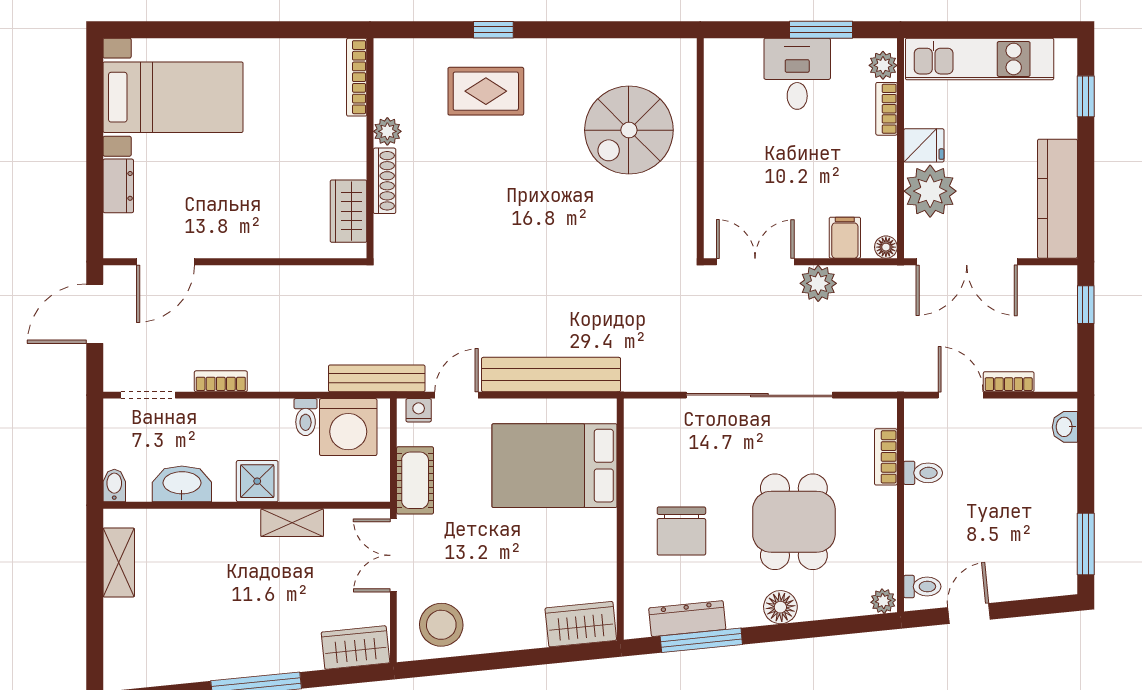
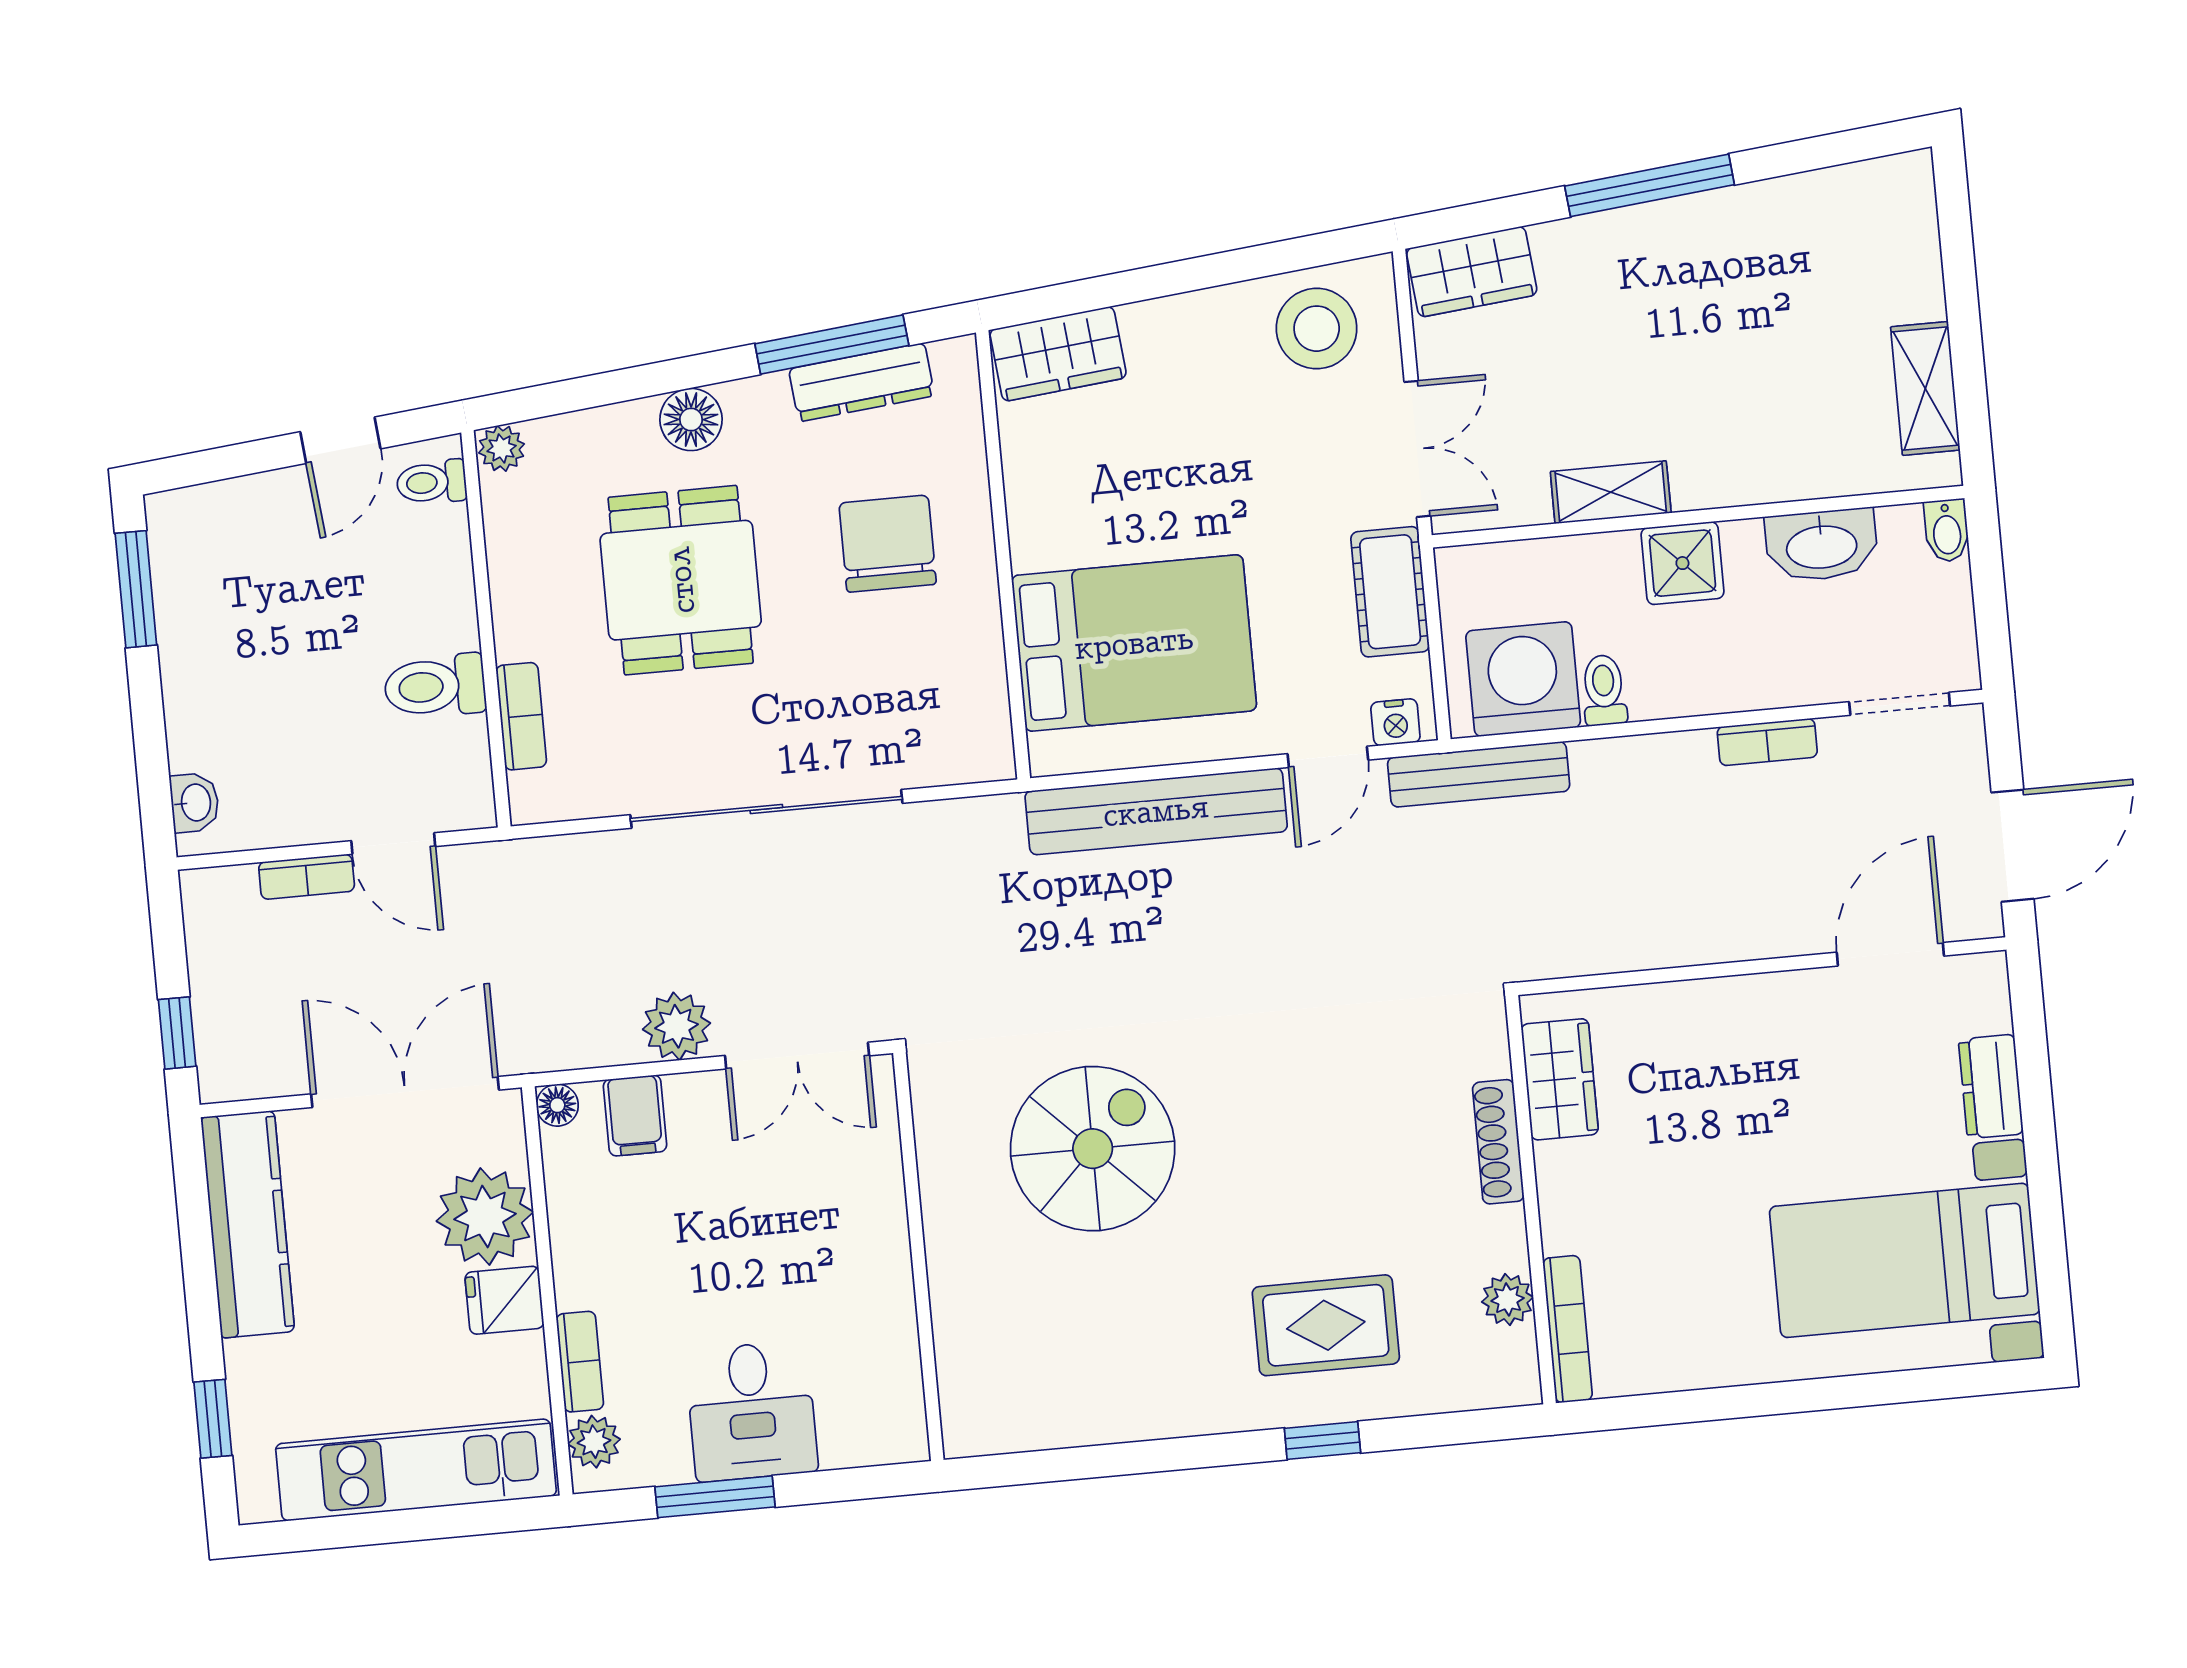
spiral stairs: (629, 130) -> (1093, 1149), moved
plant: (387, 131) -> (1508, 1299), moved
toilet: (923, 473) -> (435, 686), width x1.37, depth x1.39

